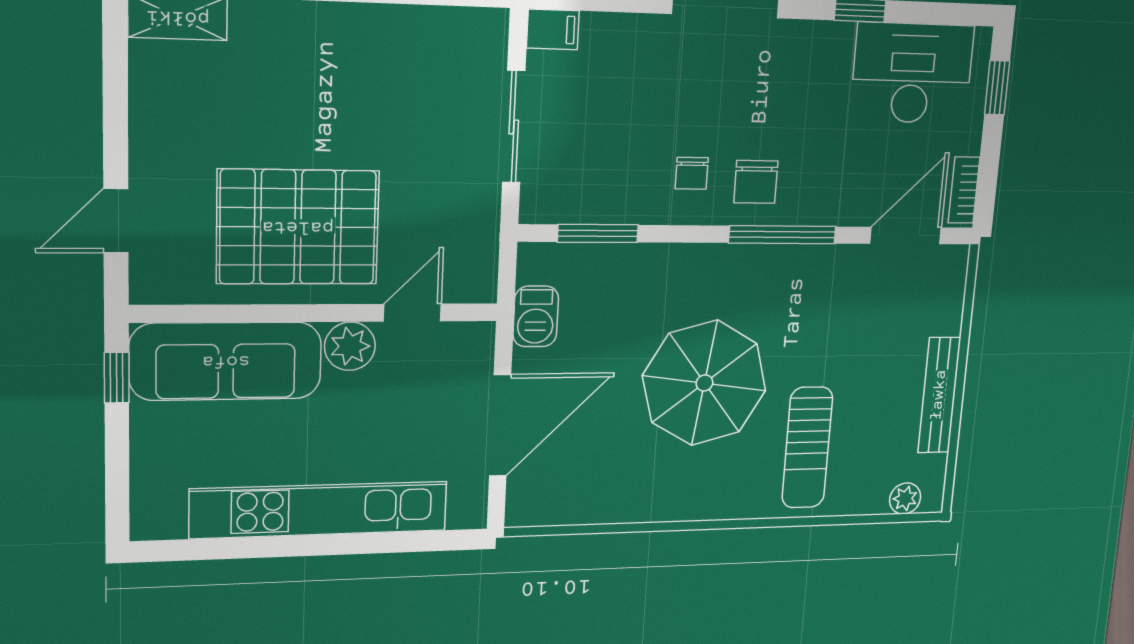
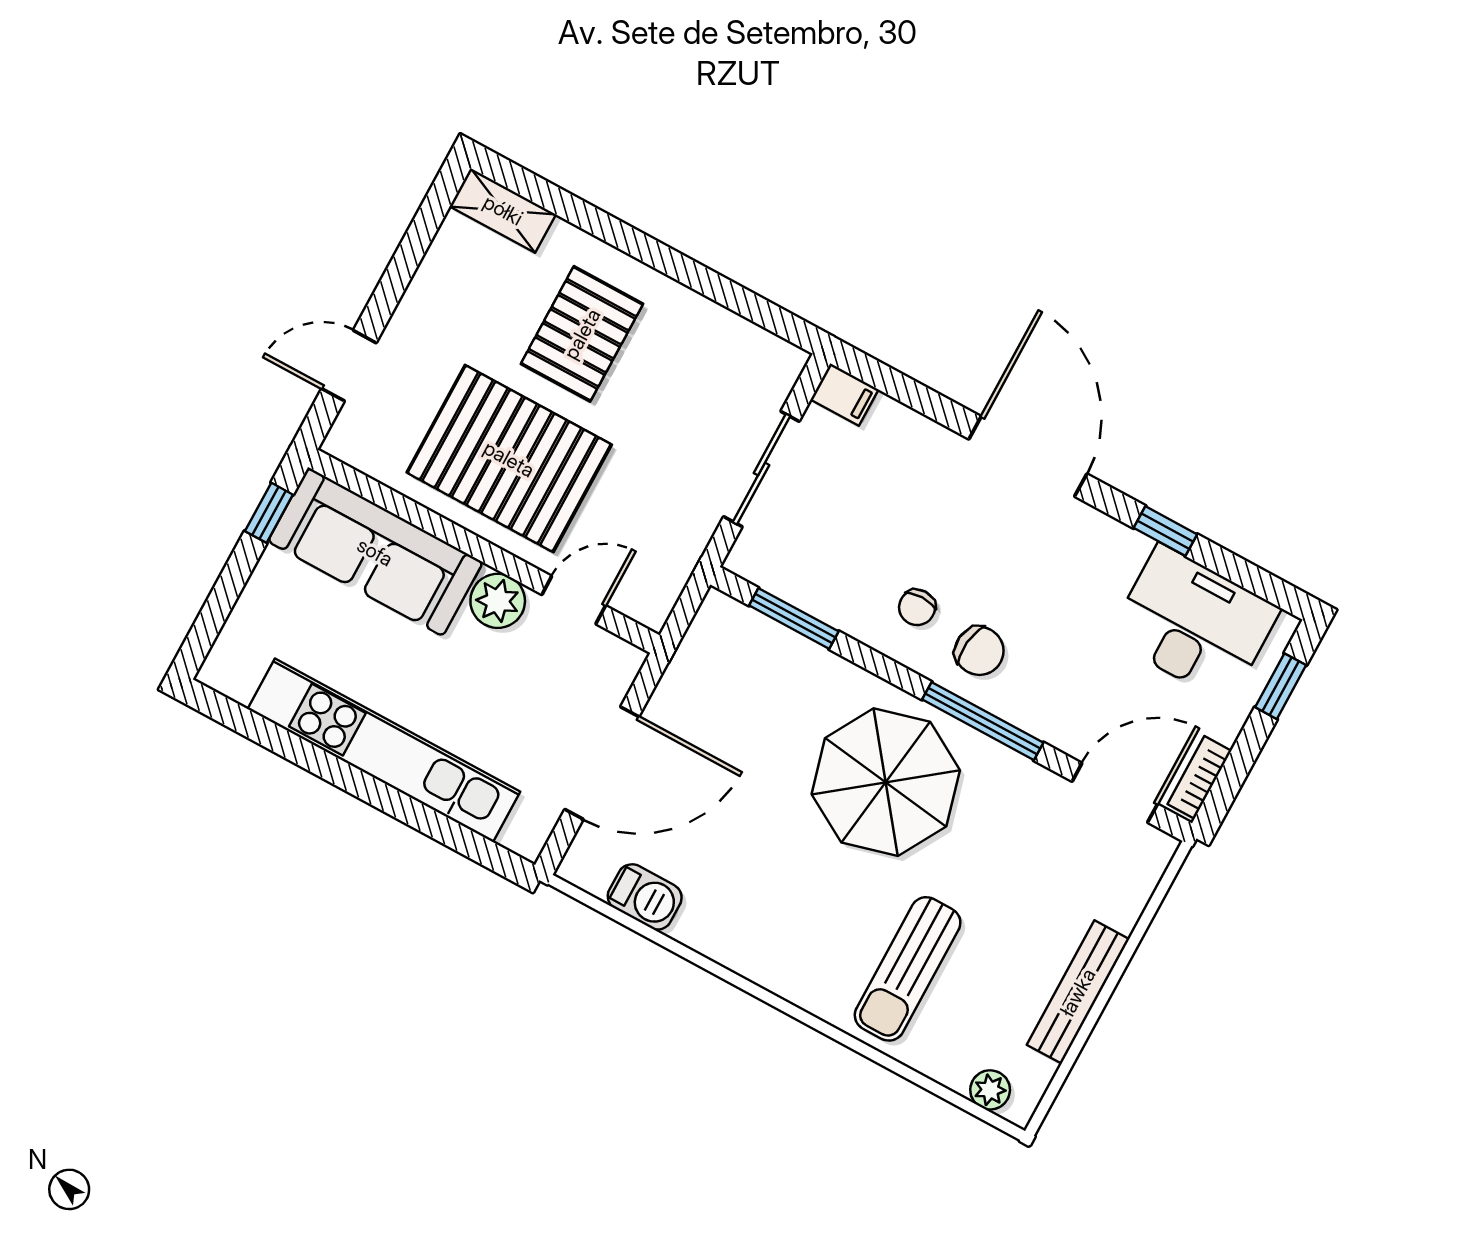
pallet: (305, 91) -> (582, 334), added
chair: (756, 182) -> (979, 651), turned -83
barbecue: (536, 316) -> (645, 897), moved, turned -90
parasol: (704, 383) -> (886, 782), moved

